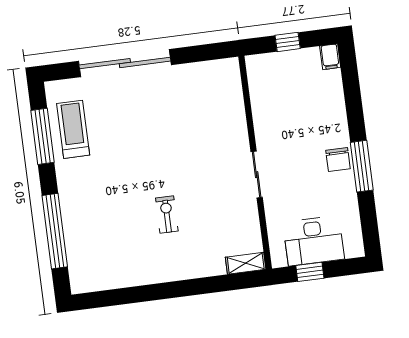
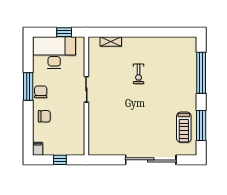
chair: (326, 117) -> (44, 116), added
desk: (314, 241) -> (54, 53), width x1.36, depth x1.30
shelving: (246, 263) -> (111, 42), moved

